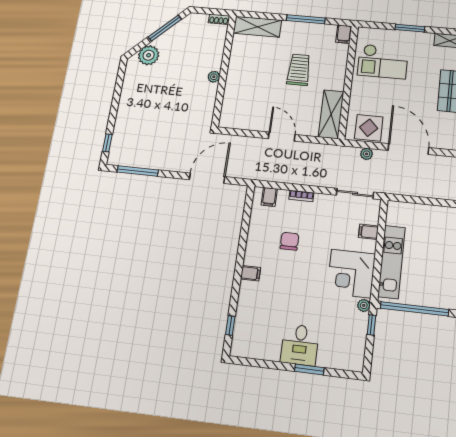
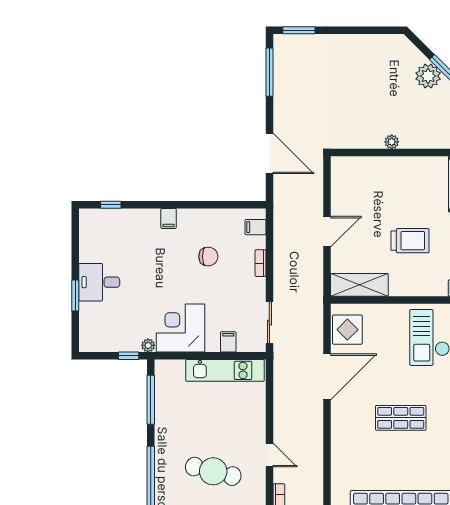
plant: (149, 55) -> (428, 76), moved
window: (107, 143) -> (299, 30), width x1.50
plant: (367, 154) -> (316, 330), removed
kitchen unit: (391, 262) -> (225, 370), moved
window: (414, 309) -> (151, 400), width x0.68

